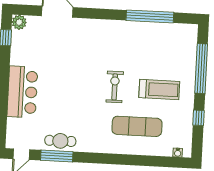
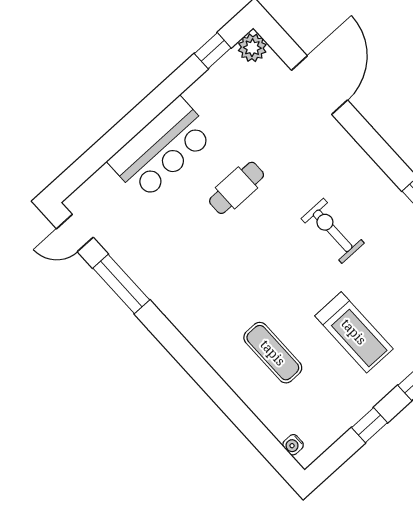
exercise bike: (115, 87) -> (333, 231), moved, turned -90
exercise mat: (137, 126) -> (273, 353), width x0.73, depth x0.69
cafe table: (60, 141) -> (237, 188), moved, turned 90

